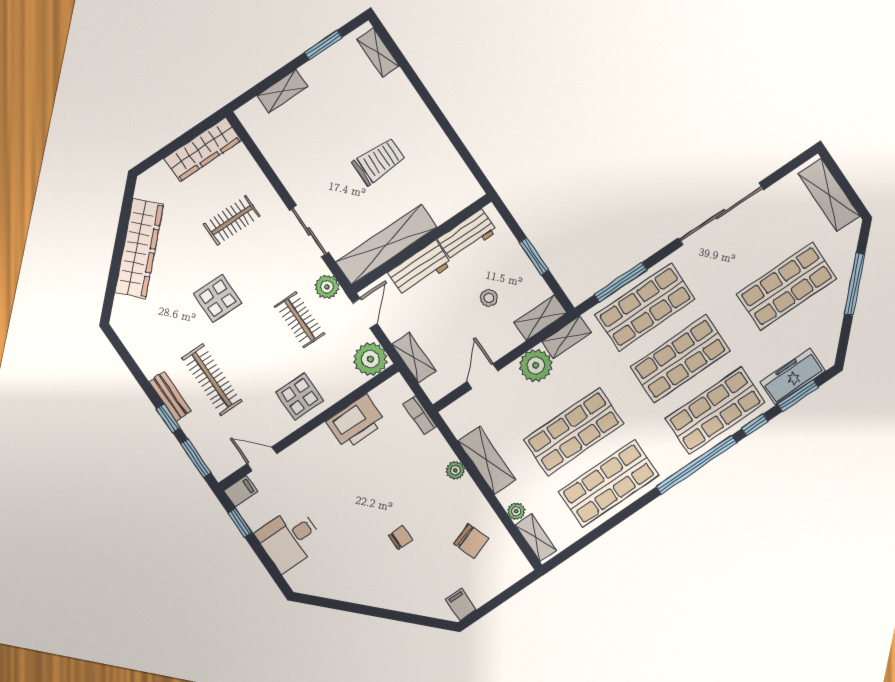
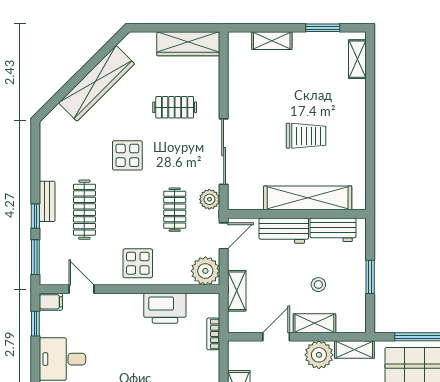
sliding door: (309, 231) -> (224, 152), width x1.37
shelving: (387, 245) -> (308, 198), moved
shelving: (540, 318) -> (314, 323), moved

